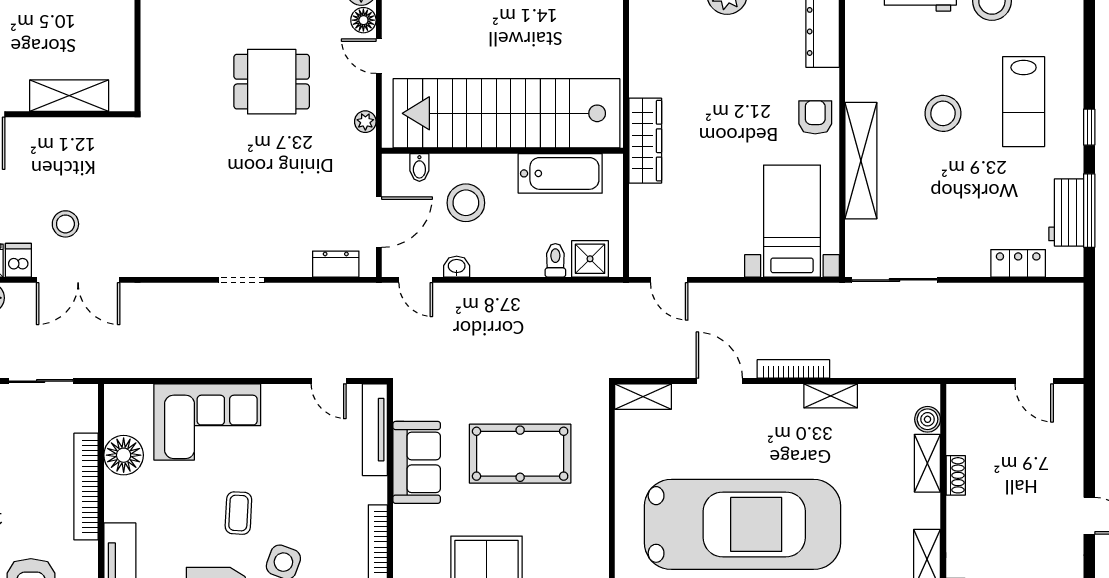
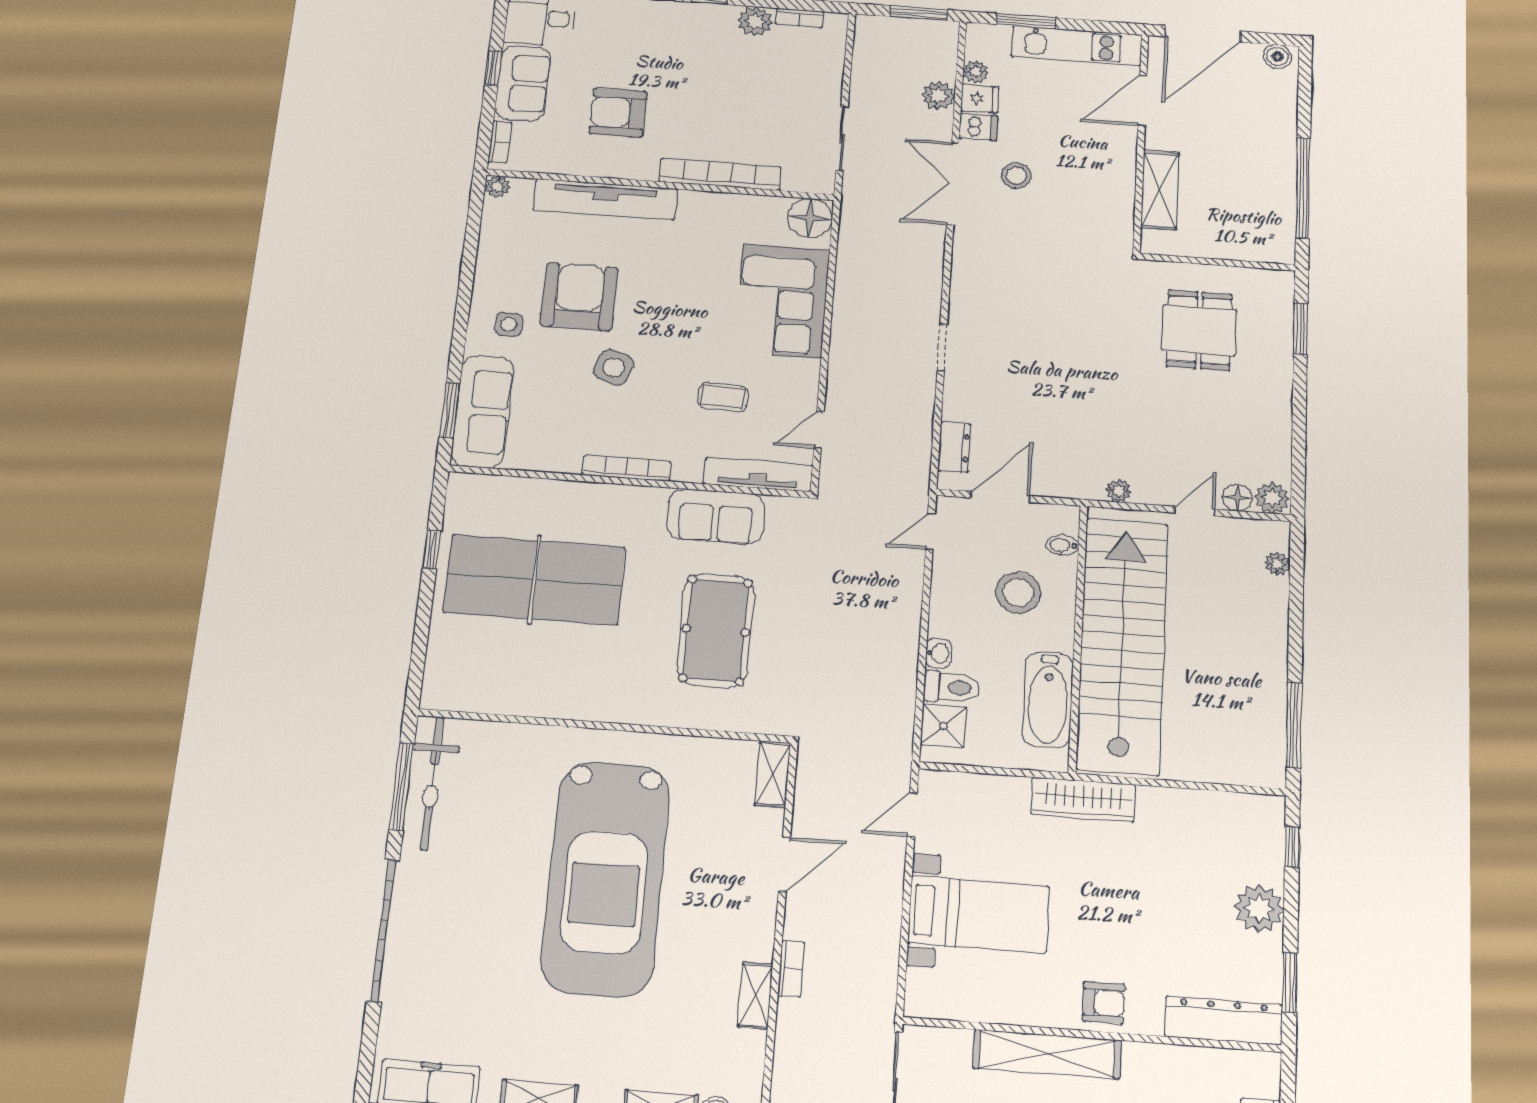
dining table: (272, 82) -> (1199, 330), moved
bed with nightstands: (792, 221) -> (979, 914), moved
door: (379, 222) -> (1000, 497), swing flipped
toilet: (555, 260) -> (952, 687), width x1.37, depth x1.39
washbasin: (457, 267) -> (938, 653), moved
bookcase: (793, 369) -> (791, 969), width x0.64
floor lamp: (124, 455) -> (810, 218), moved
coffee table: (238, 513) -> (723, 397), moved

